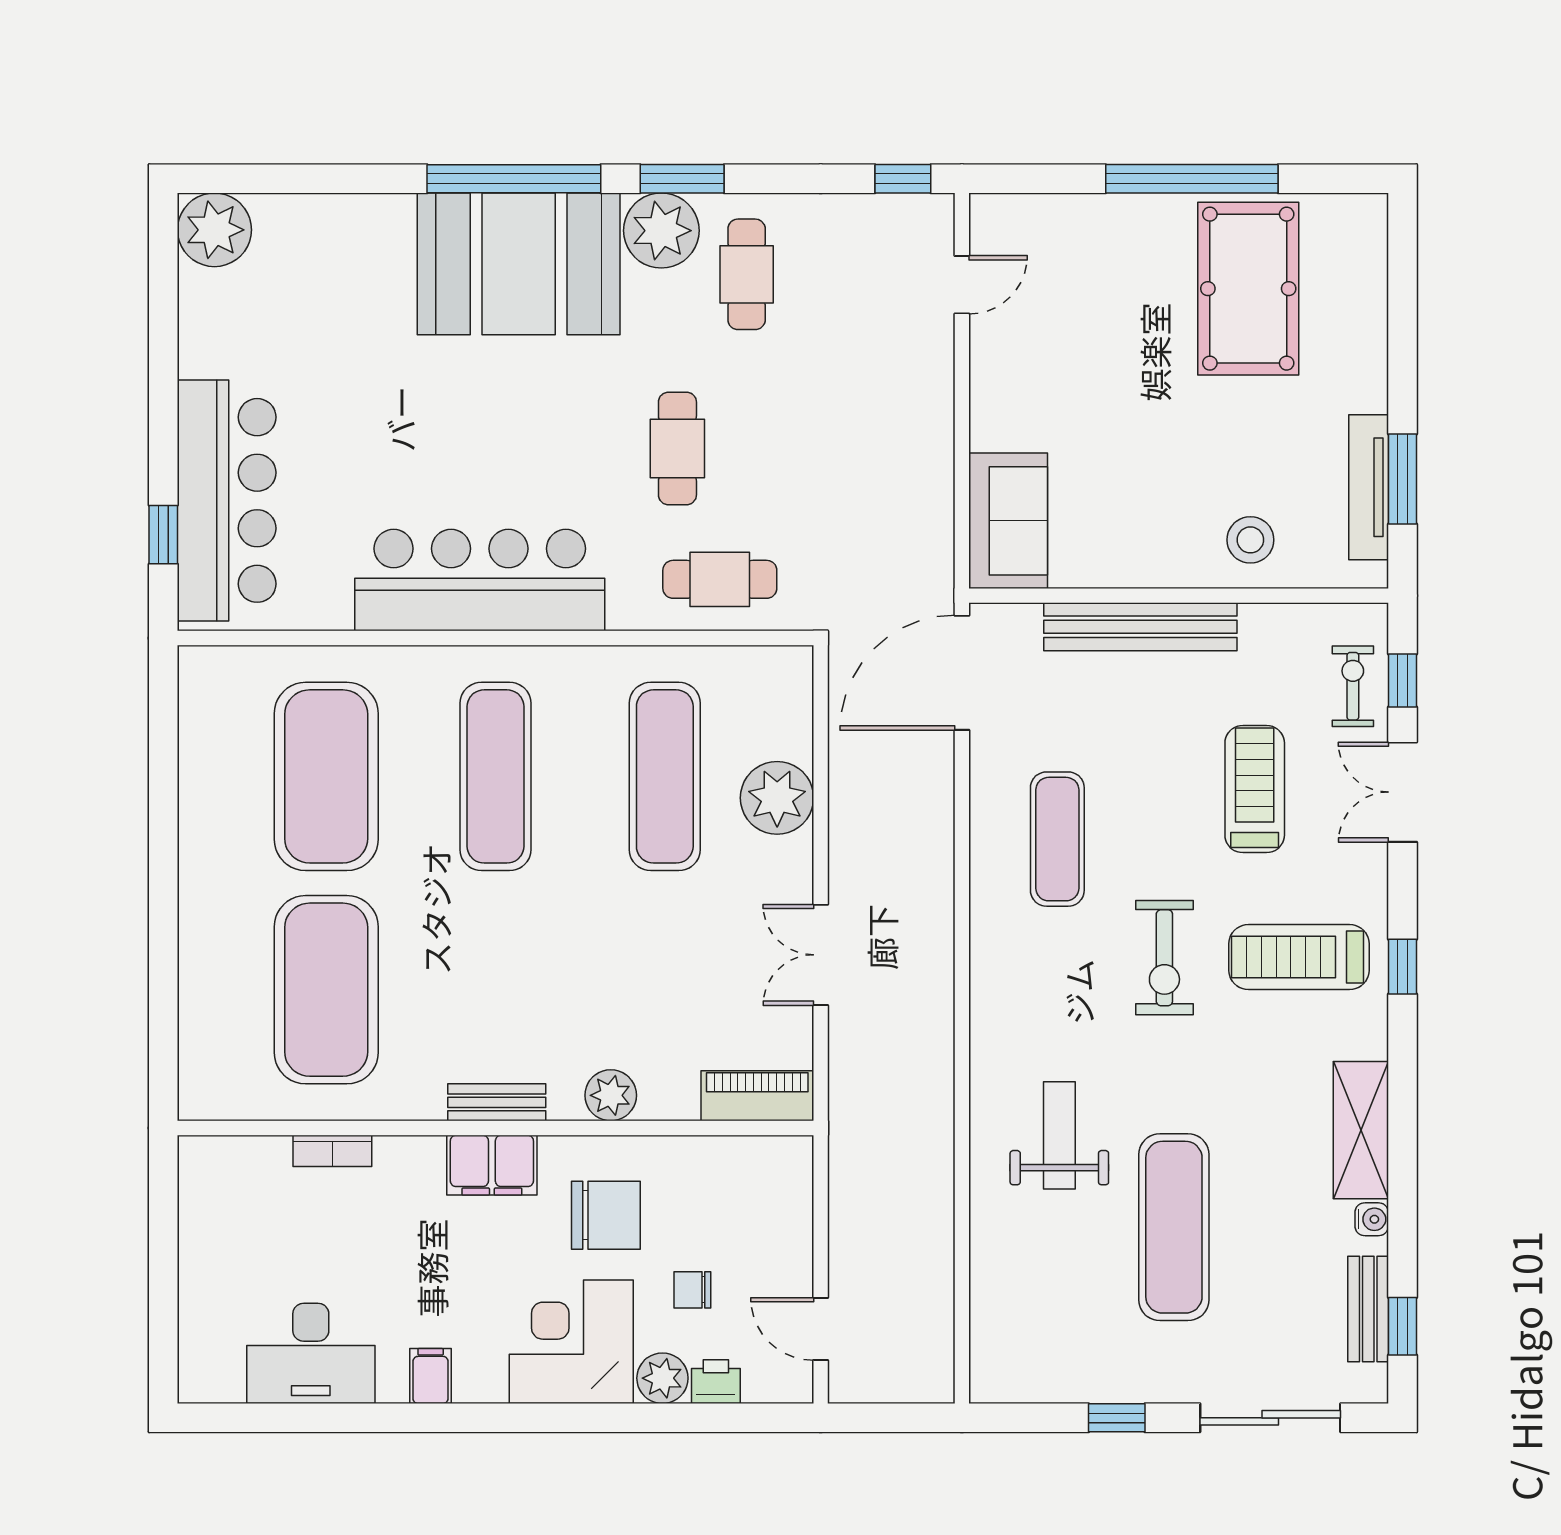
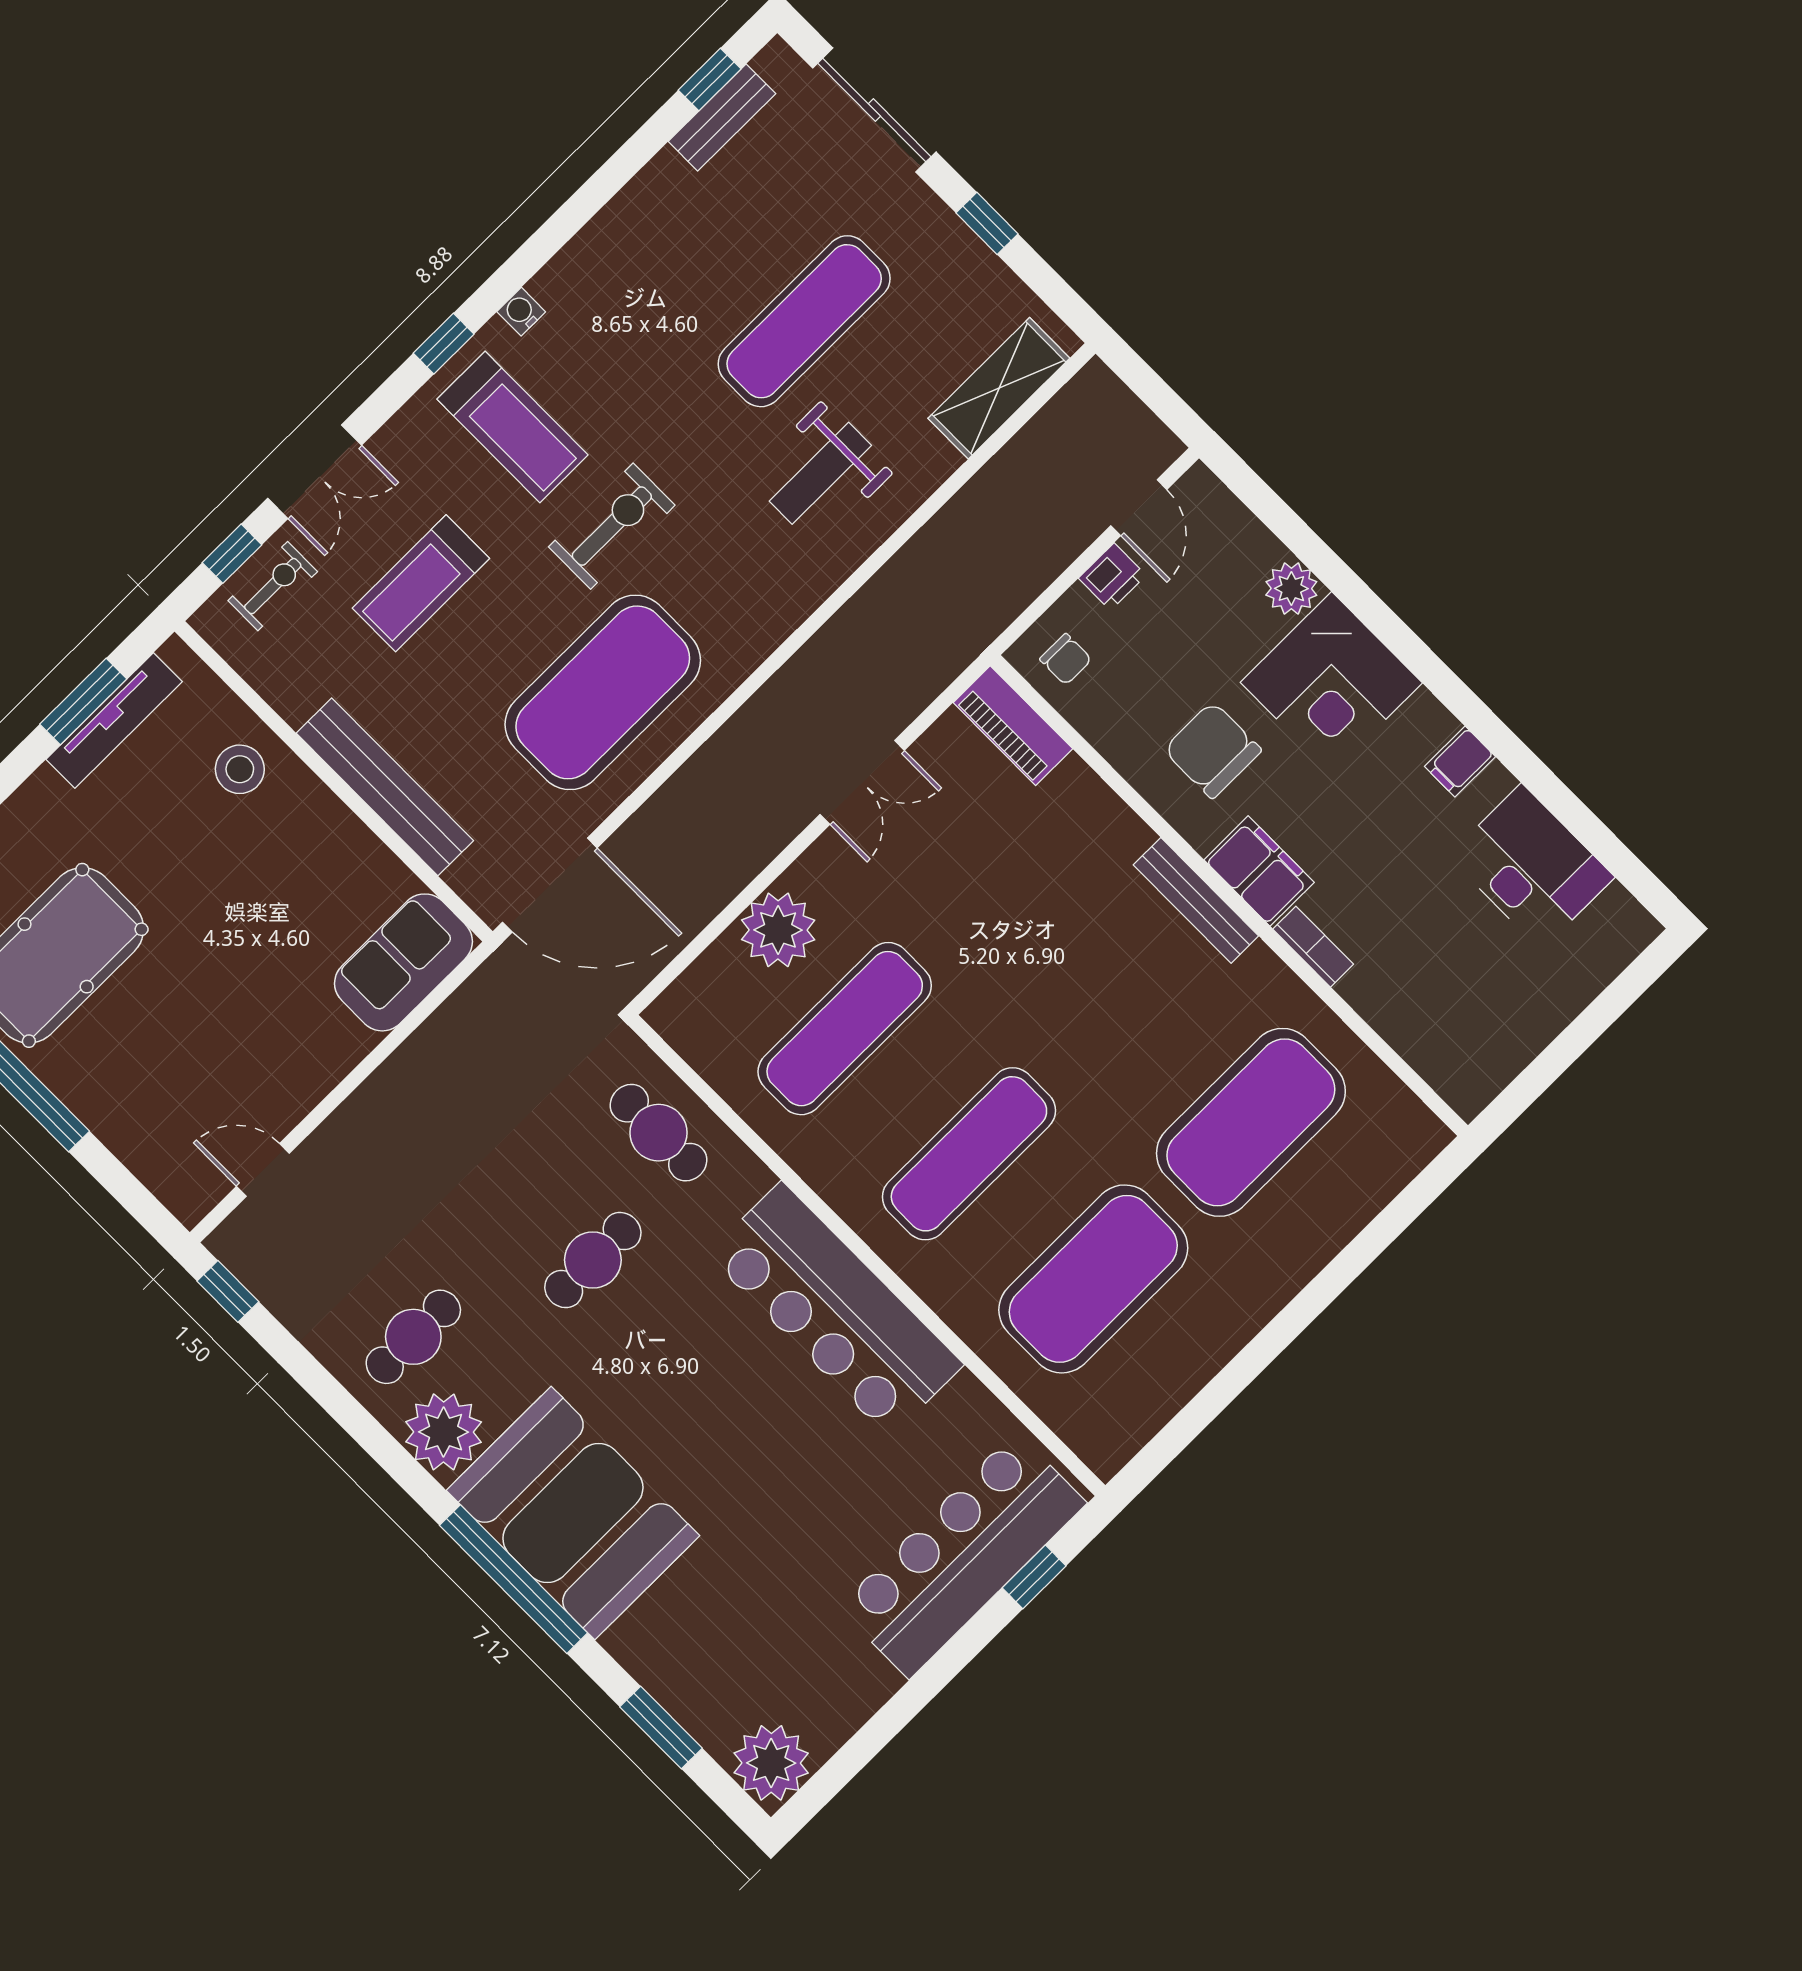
window: (682, 179) -> (661, 1727), moved
exercise bike: (1353, 686) -> (273, 586), turned 180
exercise mat: (1057, 839) -> (603, 692), width x2.00, depth x1.45
plant: (611, 1095) -> (1120, 834), removed
bench: (497, 1102) -> (1196, 900), width x1.36
shelving: (1361, 1130) -> (999, 388), moved
bookcase: (332, 1151) -> (1313, 947), moved
water cooler: (1372, 1219) -> (521, 312), moved
chair: (692, 1290) -> (1066, 659), moved
printer: (716, 1382) -> (1112, 577), moved, turned -90

